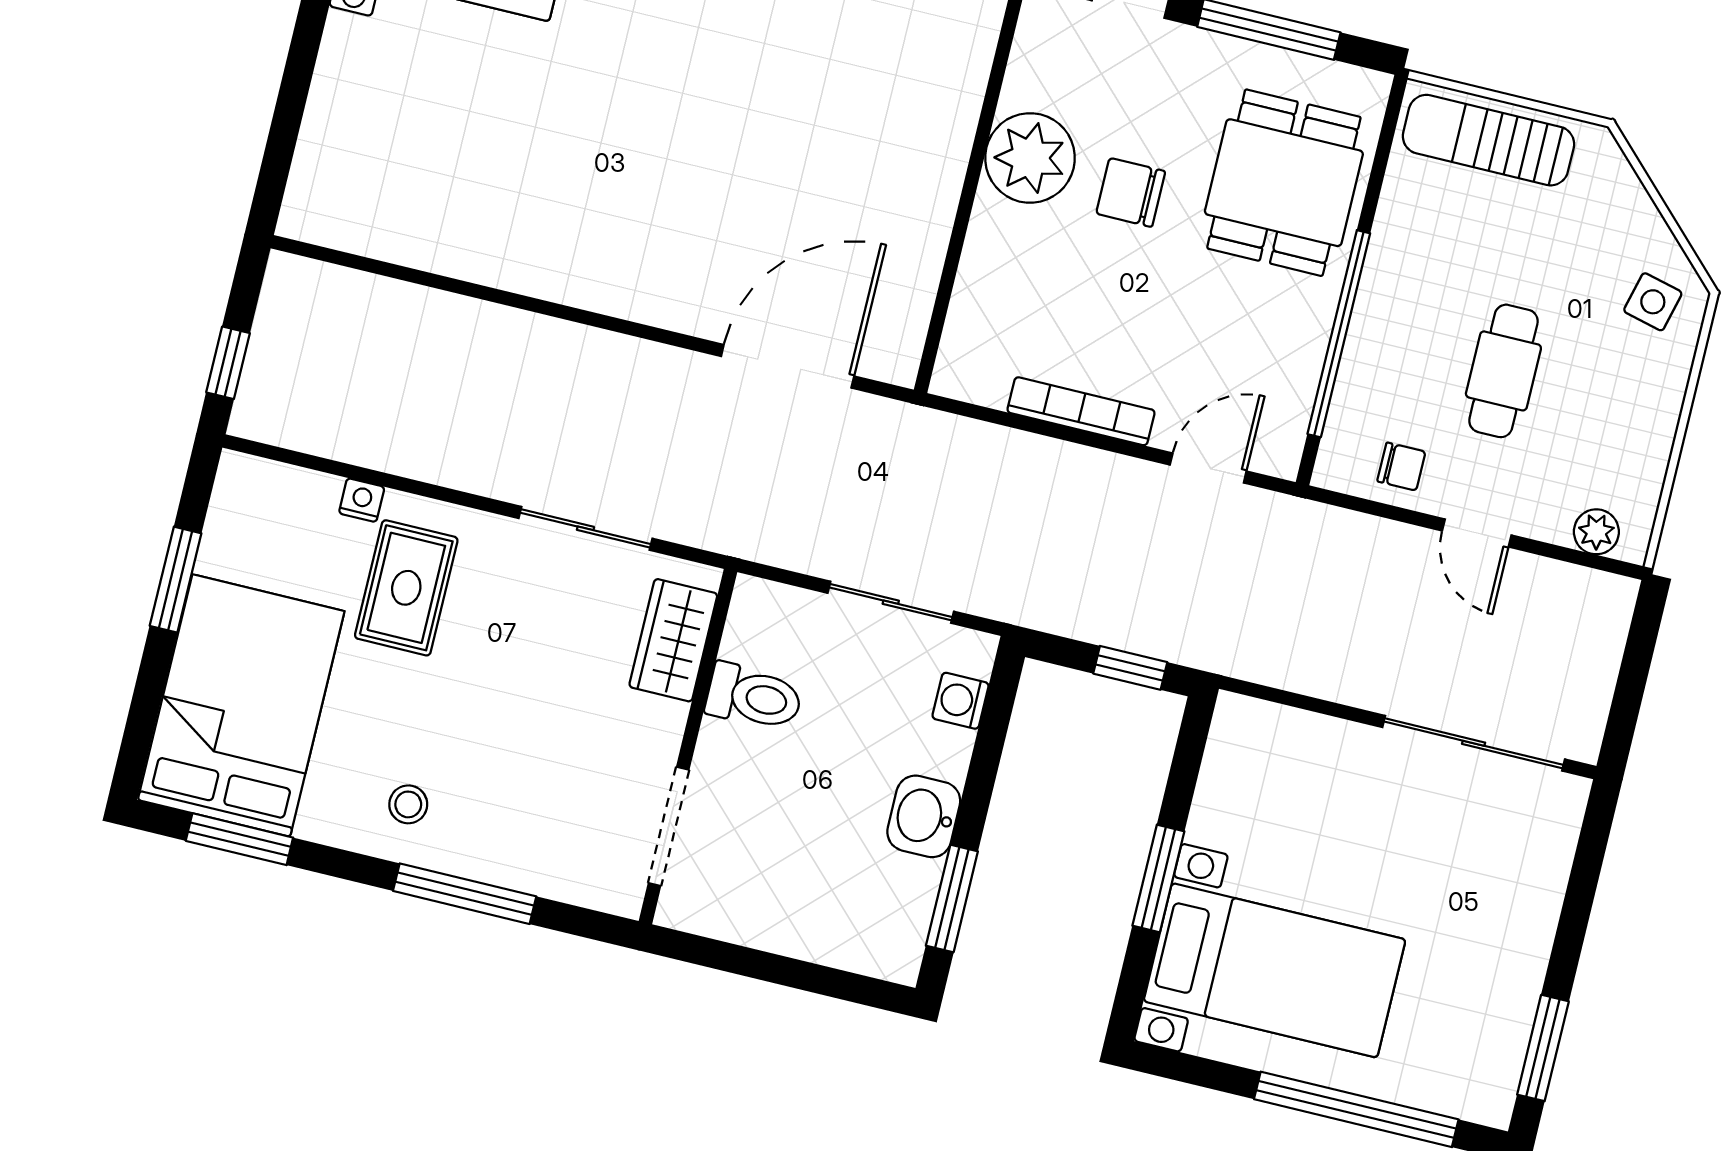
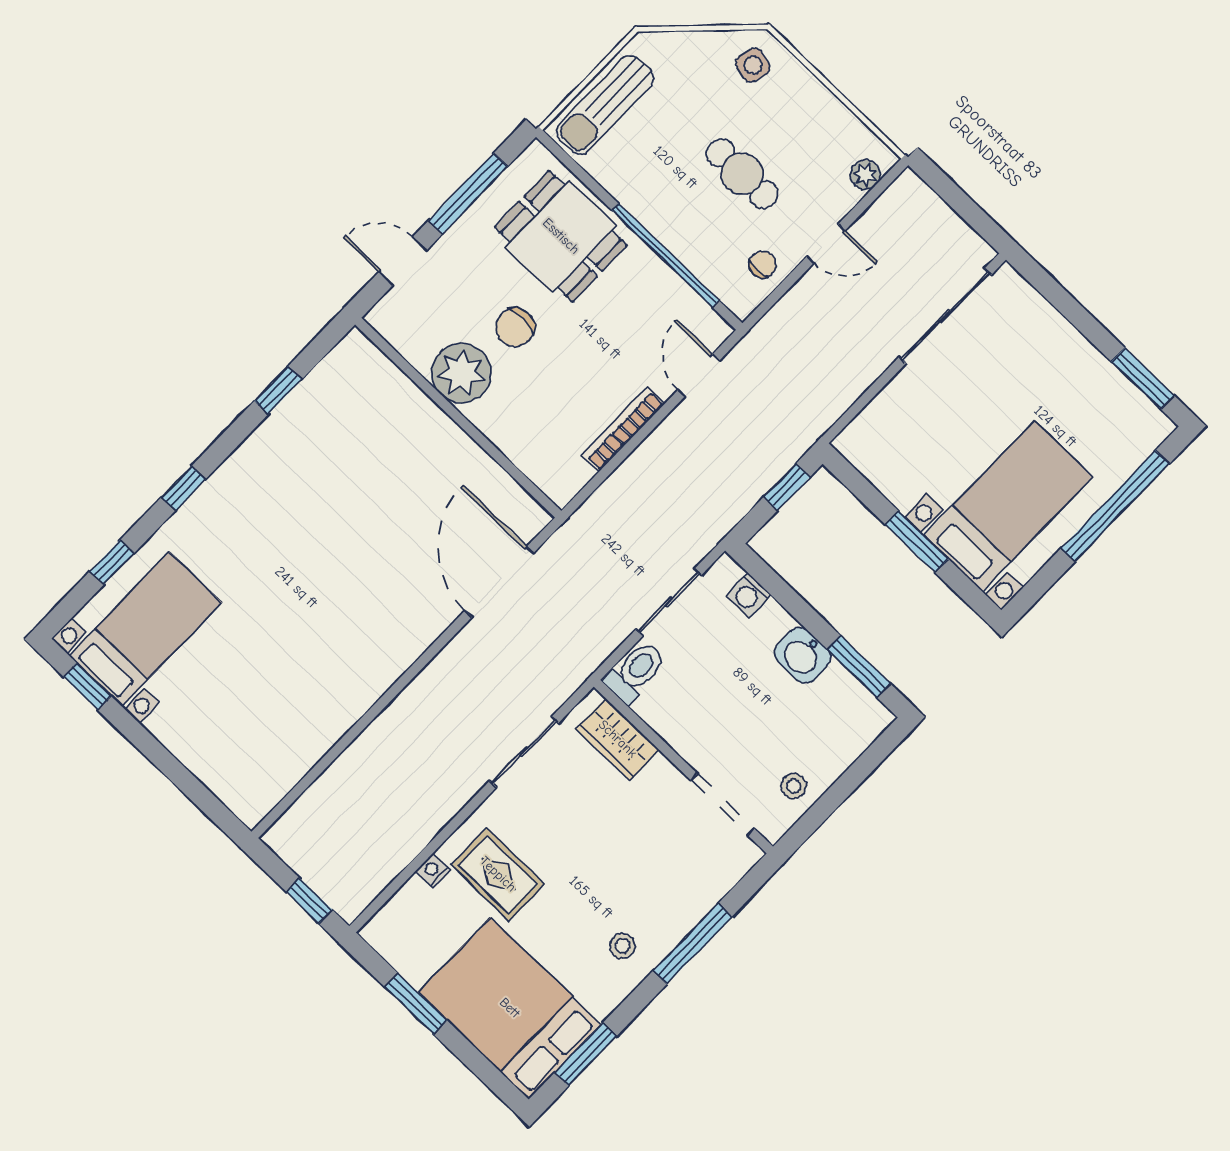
toilet: (754, 697) -> (635, 672), moved
stool: (747, 905) -> (794, 786), added

